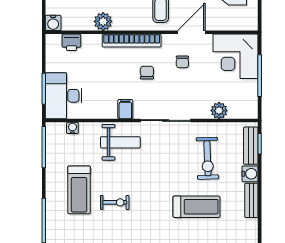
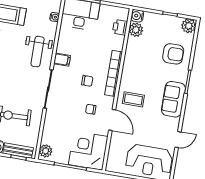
plant: (103, 21) -> (136, 30), moved
plant: (219, 111) -> (46, 151), moved

